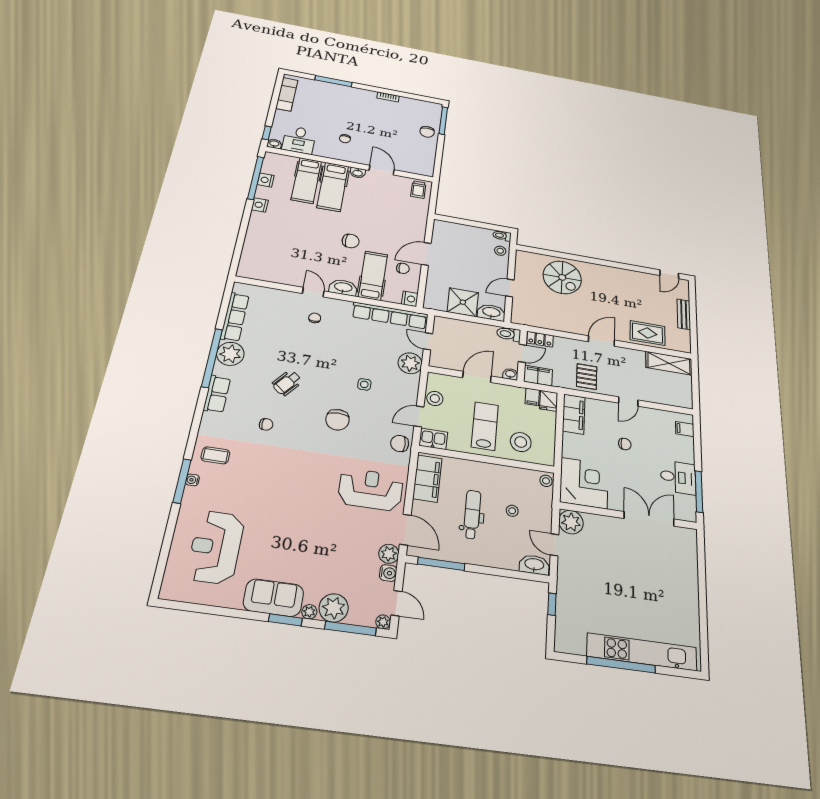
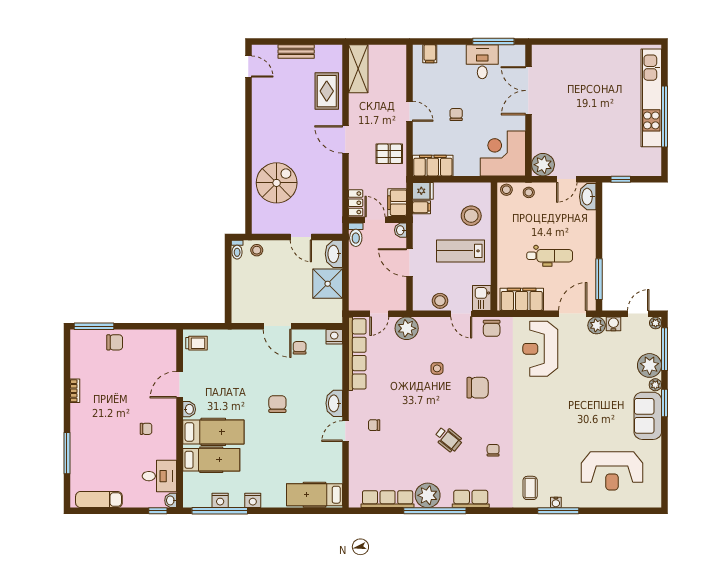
hospital bed: (373, 276) -> (314, 495), moved
stool: (512, 511) -> (529, 192), moved
dental chair: (472, 514) -> (550, 256), turned 180

